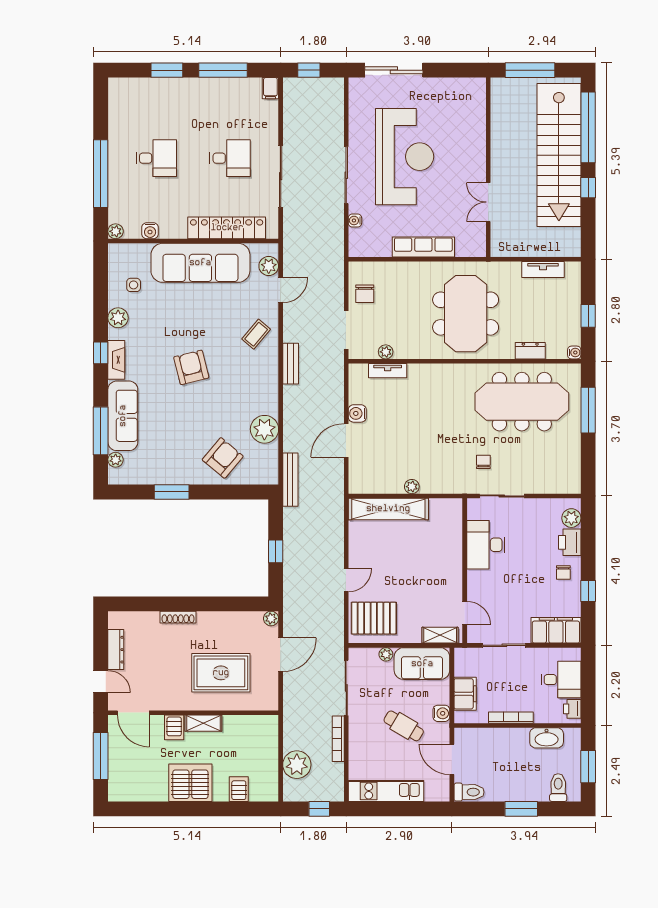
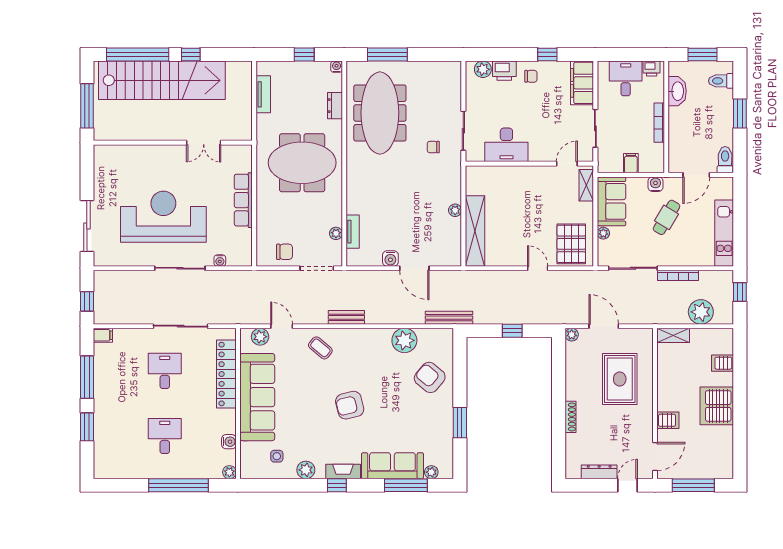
filing cabinet: (465, 694) -> (631, 163), width x0.50
shelving: (203, 723) -> (673, 335), moved, turned 90

